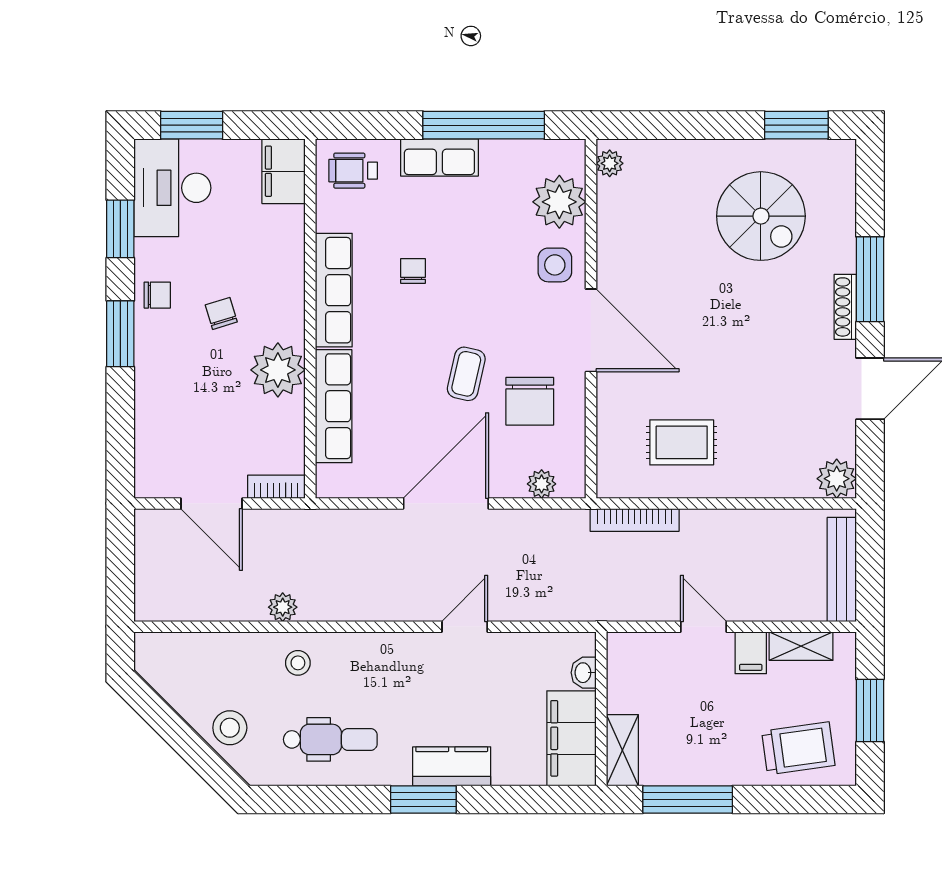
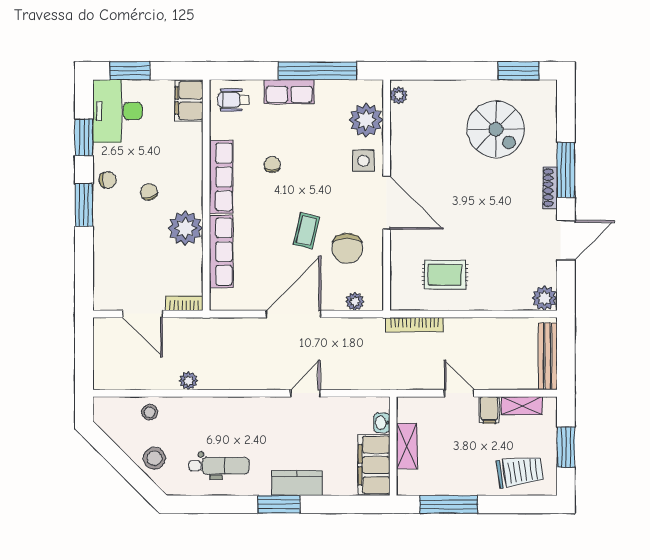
stool: (298, 663) -> (150, 412), moved
shelving: (622, 750) -> (407, 446), moved

